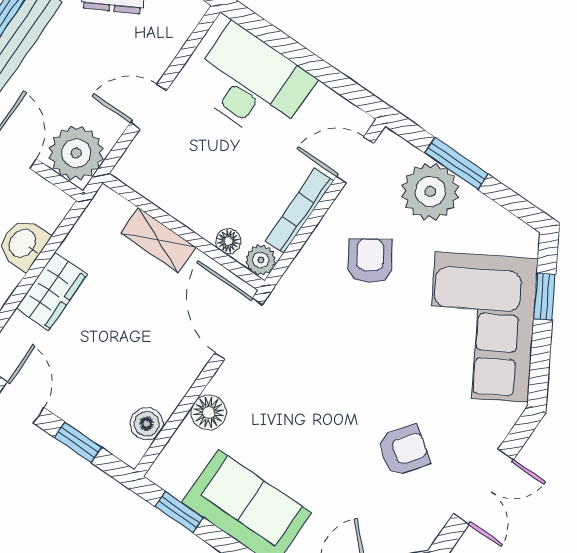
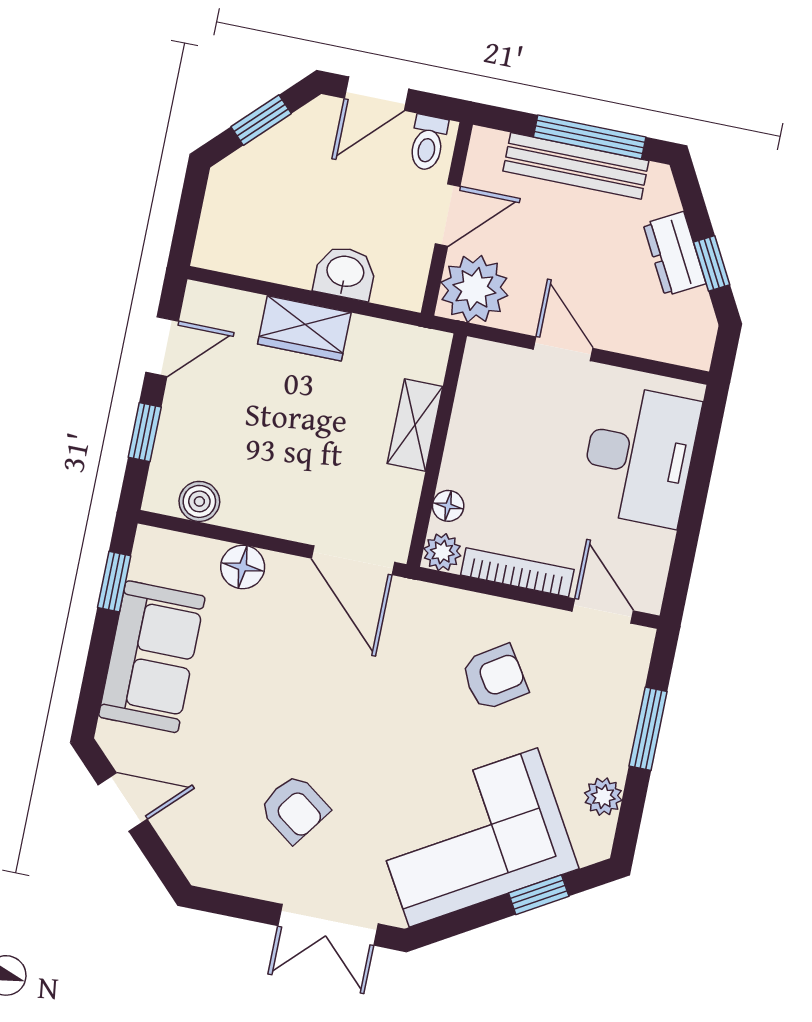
plant: (430, 192) -> (603, 797), moved, width x0.53, depth x0.53
door: (239, 329) -> (353, 560), swing flipped
double door: (483, 487) -> (328, 925), moved

